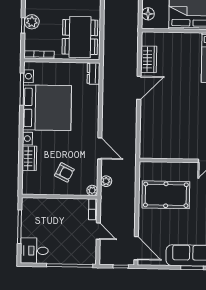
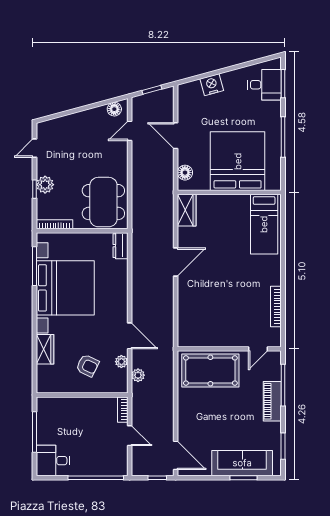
wardrobe: (149, 59) -> (187, 210), moved
plant: (92, 190) -> (121, 362), moved
pool table: (166, 195) -> (210, 370), moved

